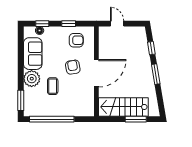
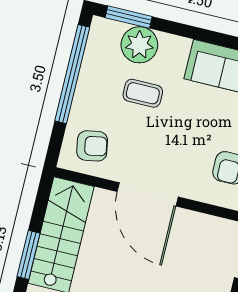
armchair: (73, 67) -> (92, 146), moved
plant: (32, 79) -> (139, 45), moved

